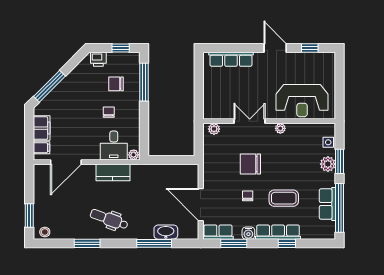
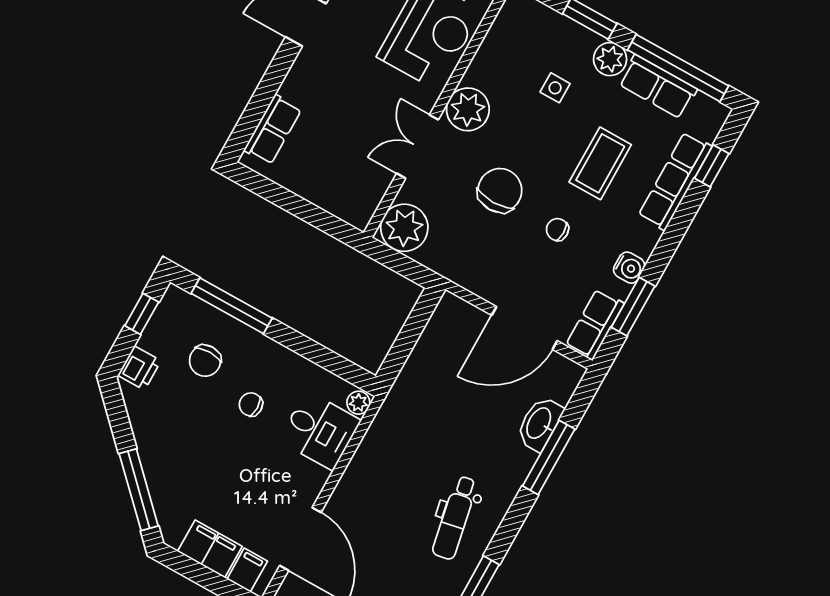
row of seats: (231, 59) -> (273, 130), width x0.68
plant: (280, 128) -> (468, 109), width x1.87, depth x1.87
plant: (214, 129) -> (404, 228), width x1.88, depth x1.88
side table: (328, 142) -> (555, 88), moved
chair: (250, 164) -> (500, 190), turned 180
plant: (328, 164) -> (610, 59), moved
kitchen counter: (113, 173) -> (370, 461), removed
dental chair: (109, 219) -> (455, 518), turned -31
row of seats: (278, 232) -> (675, 181), moved
window: (287, 243) -> (712, 166), moved

